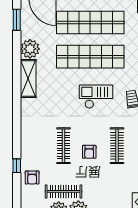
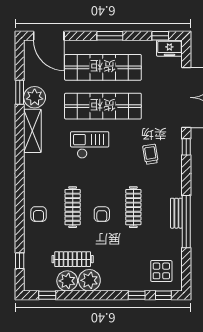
window: (17, 20) -> (20, 92), moved
checkout: (96, 97) -> (90, 145), moved
window: (17, 166) -> (20, 261), moved
armchair: (32, 177) -> (39, 214), moved

